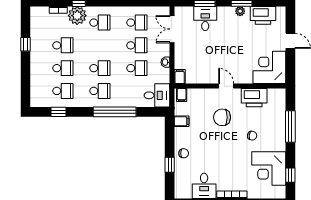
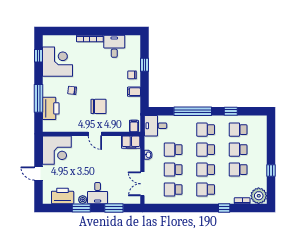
plant: (77, 16) -> (259, 196), moved
desk: (205, 19) -> (98, 193), moved
double door: (172, 29) -> (142, 184), swing flipped
school desk: (100, 45) -> (206, 170), added
filing cabinet: (180, 77) -> (131, 142), width x2.00
printer: (254, 98) -> (51, 108), moved, turned 90
window: (59, 112) -> (231, 111), moved
filing cabinet: (182, 121) -> (134, 92), moved

